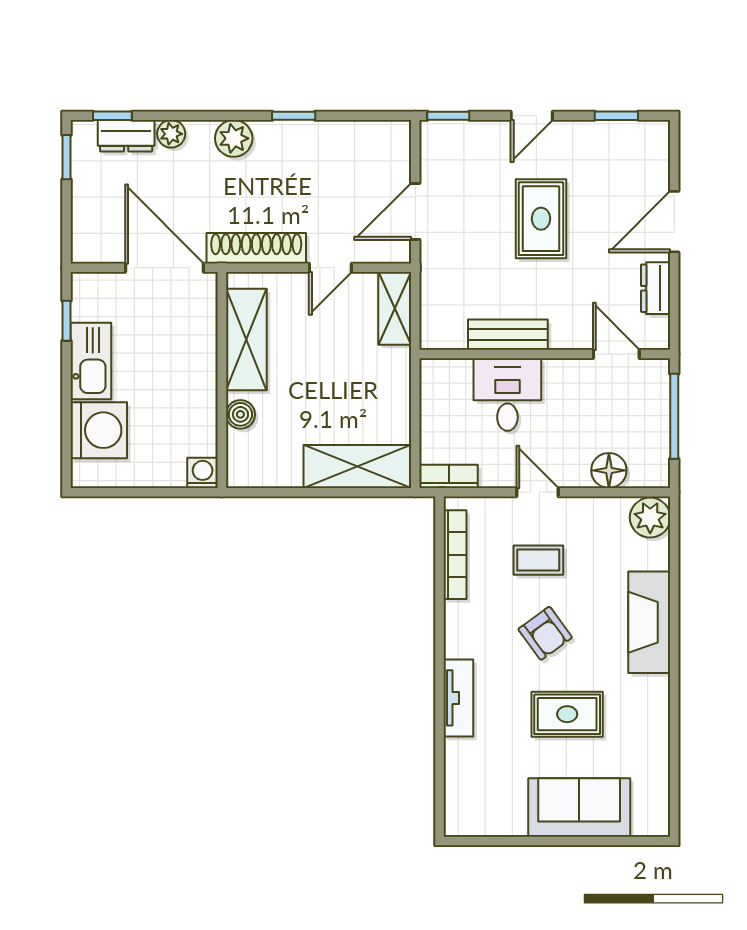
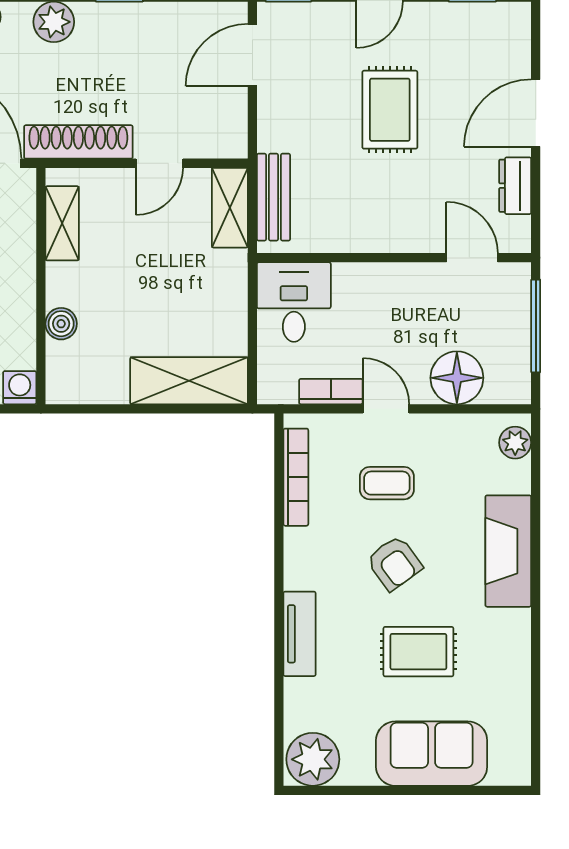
door: (415, 211) -> (252, 55), moved
bench: (508, 335) -> (274, 197), moved, turned 90
shelving: (246, 339) -> (62, 223), width x0.67, depth x0.75
desk: (507, 395) -> (294, 302), moved
floor lamp: (609, 470) -> (457, 378), width x1.38, depth x1.38
bookcase: (449, 476) -> (331, 392), moved
plant: (650, 518) -> (515, 443), width x0.73, depth x0.73
plant: (471, 813) -> (313, 759), added

